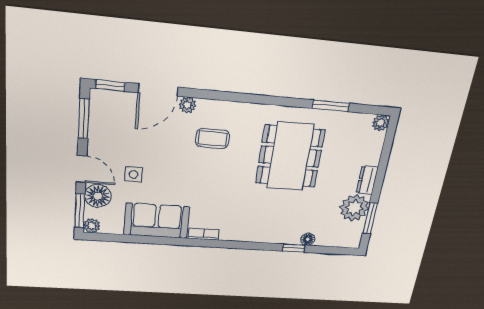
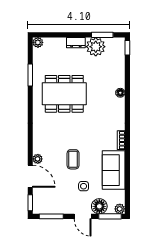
coffee table: (213, 138) -> (73, 159), moved
door: (82, 169) -> (83, 216), swing flipped
floor lamp: (308, 239) -> (120, 93), moved
window: (294, 248) -> (127, 48), moved

